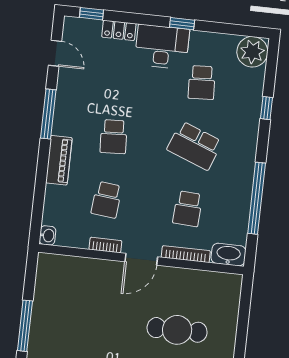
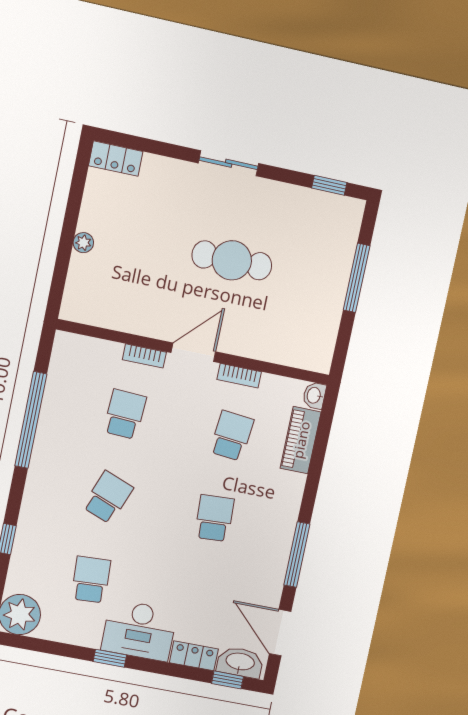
door: (55, 53) -> (280, 633), width x1.38
school desk: (195, 146) -> (108, 497), width x0.54
piano: (59, 160) -> (301, 440), moved
bookcase: (186, 254) -> (144, 356), width x0.64
washbasin: (228, 255) -> (240, 662), moved, turned 180
cafe table: (177, 330) -> (232, 260), moved
plant: (229, 332) -> (83, 243), added

